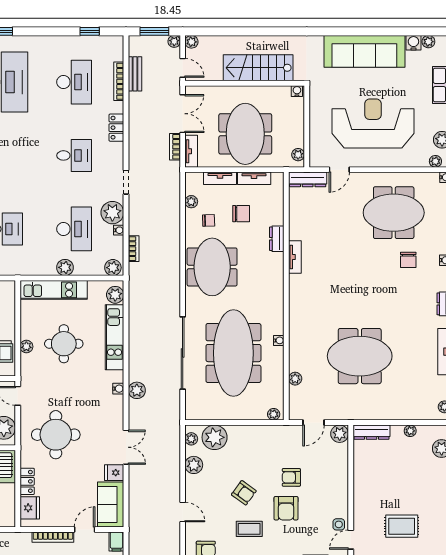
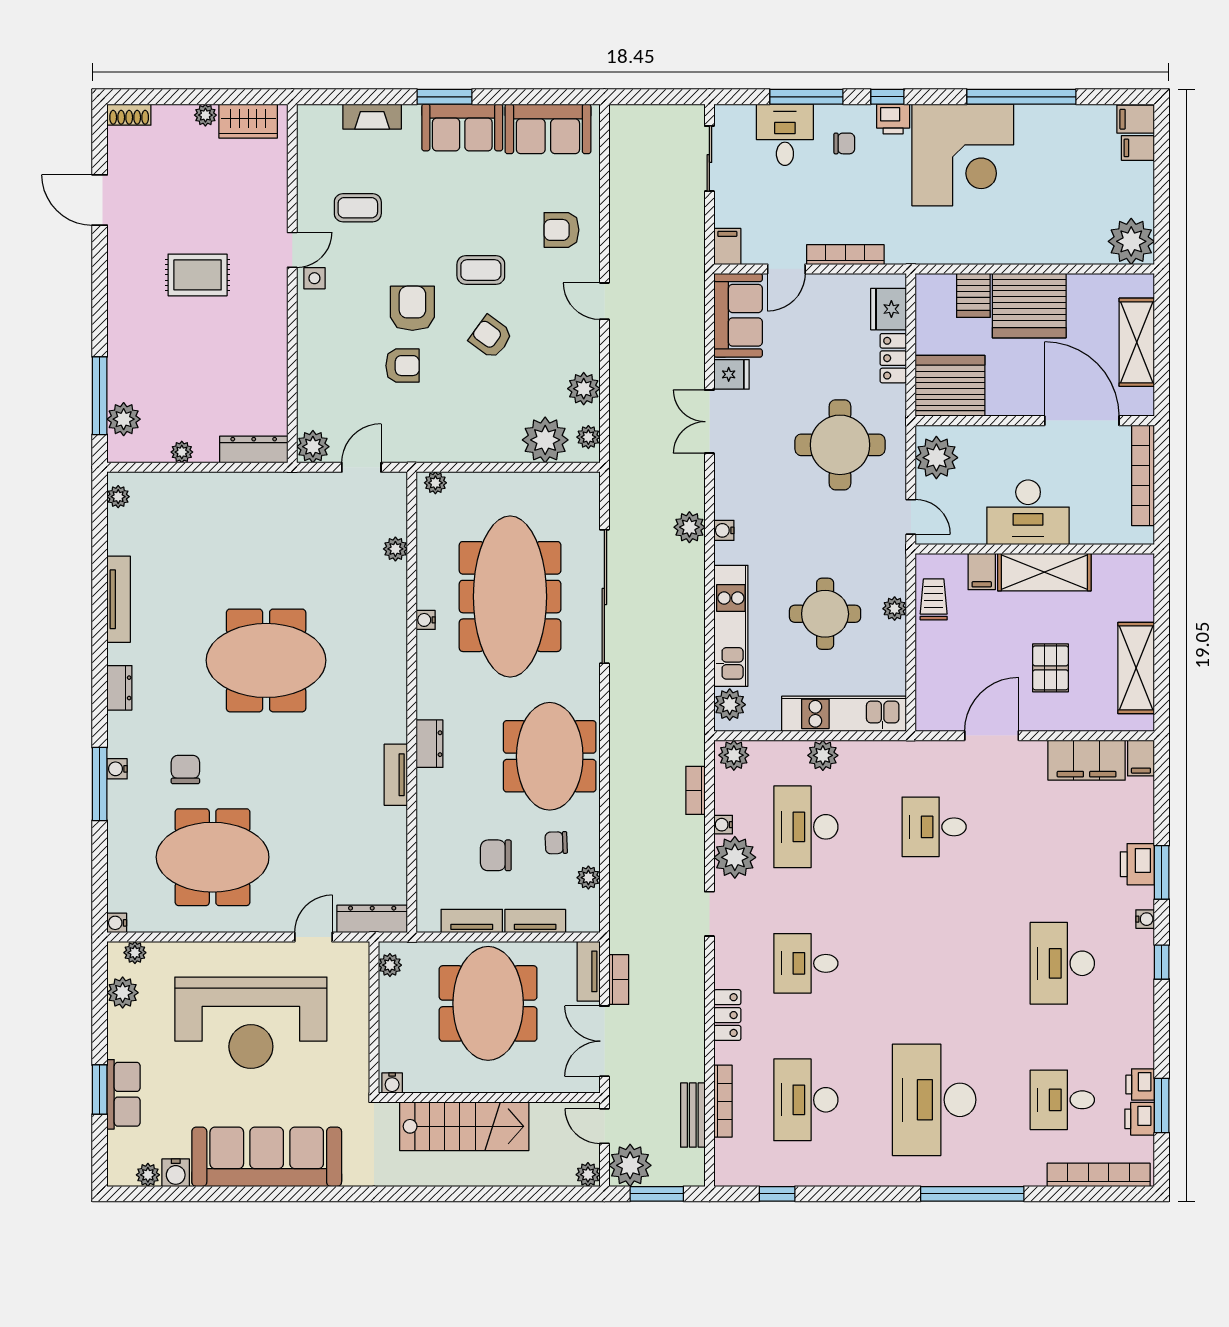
plant: (174, 41) -> (630, 1165), width x1.88, depth x1.88
dresser: (277, 239) -> (430, 744), moved
meeting table: (360, 356) -> (266, 660), moved

